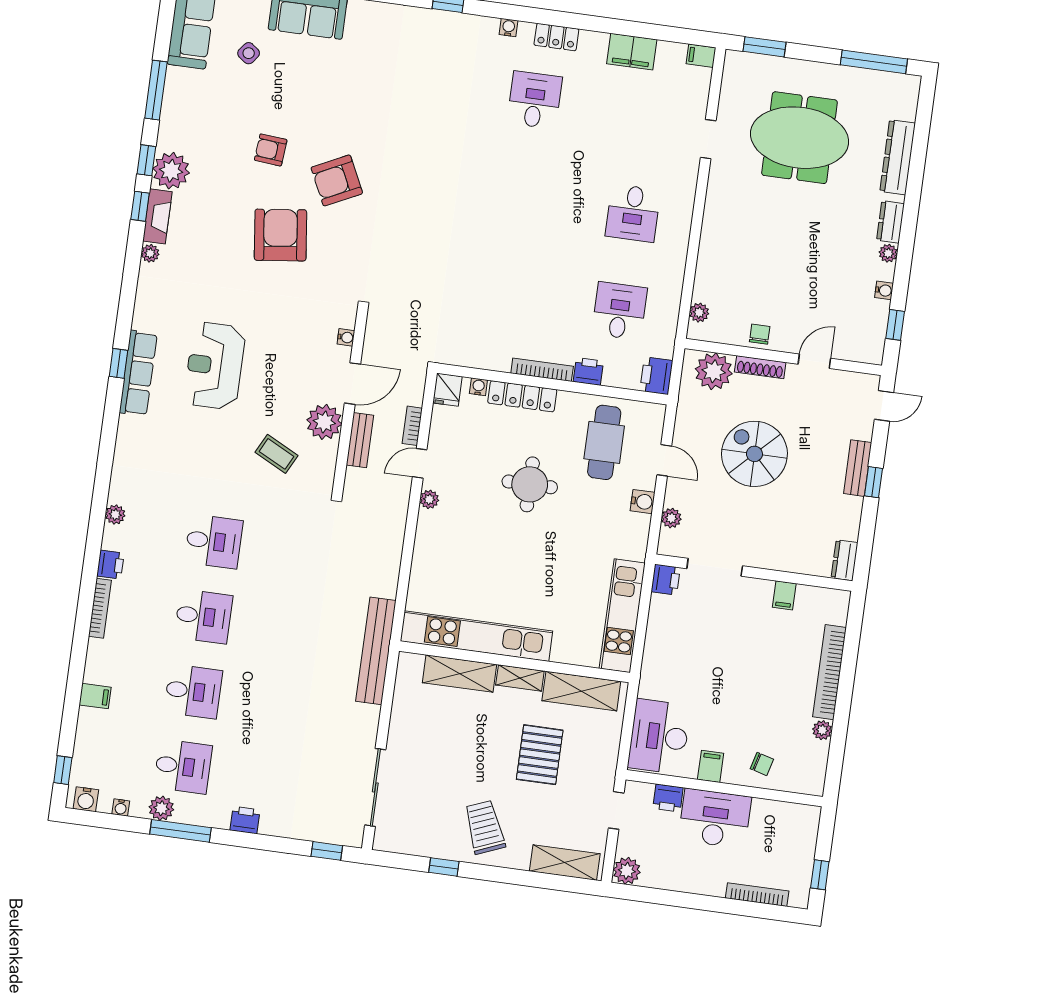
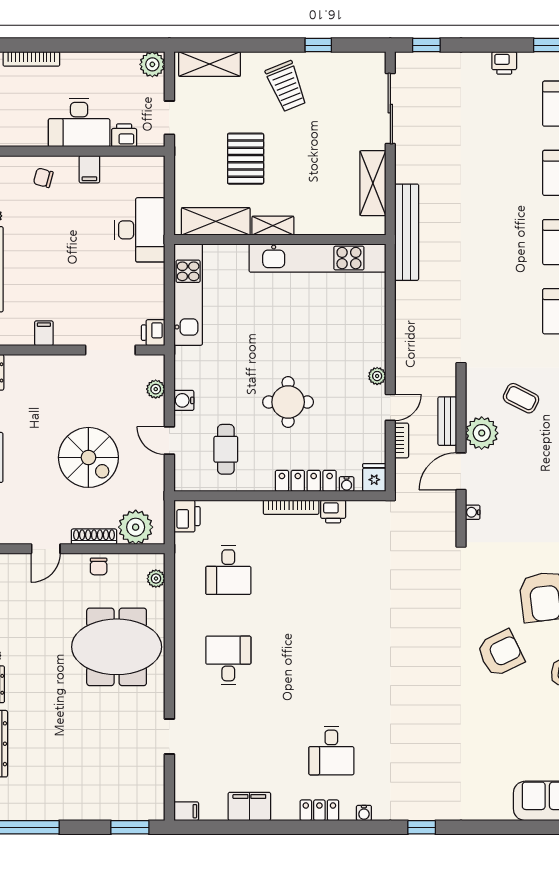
meeting table: (799, 138) -> (117, 647), moved
printer: (588, 371) -> (333, 512), moved
cafe table: (604, 442) -> (226, 449), width x0.73, depth x0.74
shelving: (460, 674) -> (373, 183), moved, turned 90
desk: (659, 737) -> (140, 230), moved

